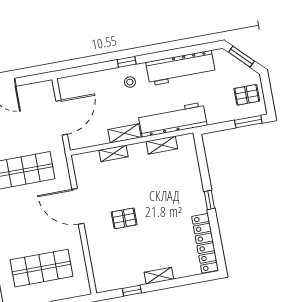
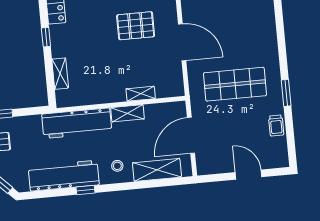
window: (127, 62) -> (86, 190), moved
shelving: (91, 81) -> (157, 170), added
shelving: (162, 145) -> (60, 74), moved, turned 90
pallet: (124, 218) -> (136, 26), width x1.50, depth x1.42

